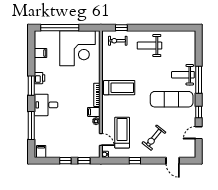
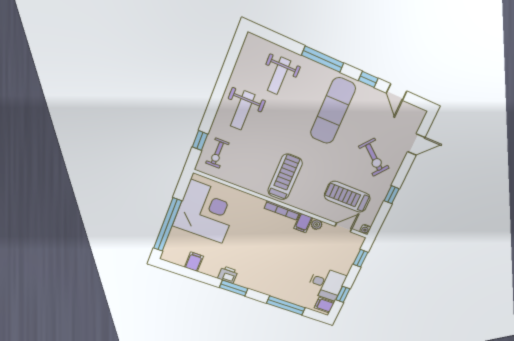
weight bench: (183, 75) -> (279, 76), moved
desk: (46, 105) -> (326, 284), moved, turned -90
window: (65, 161) -> (343, 294), moved

